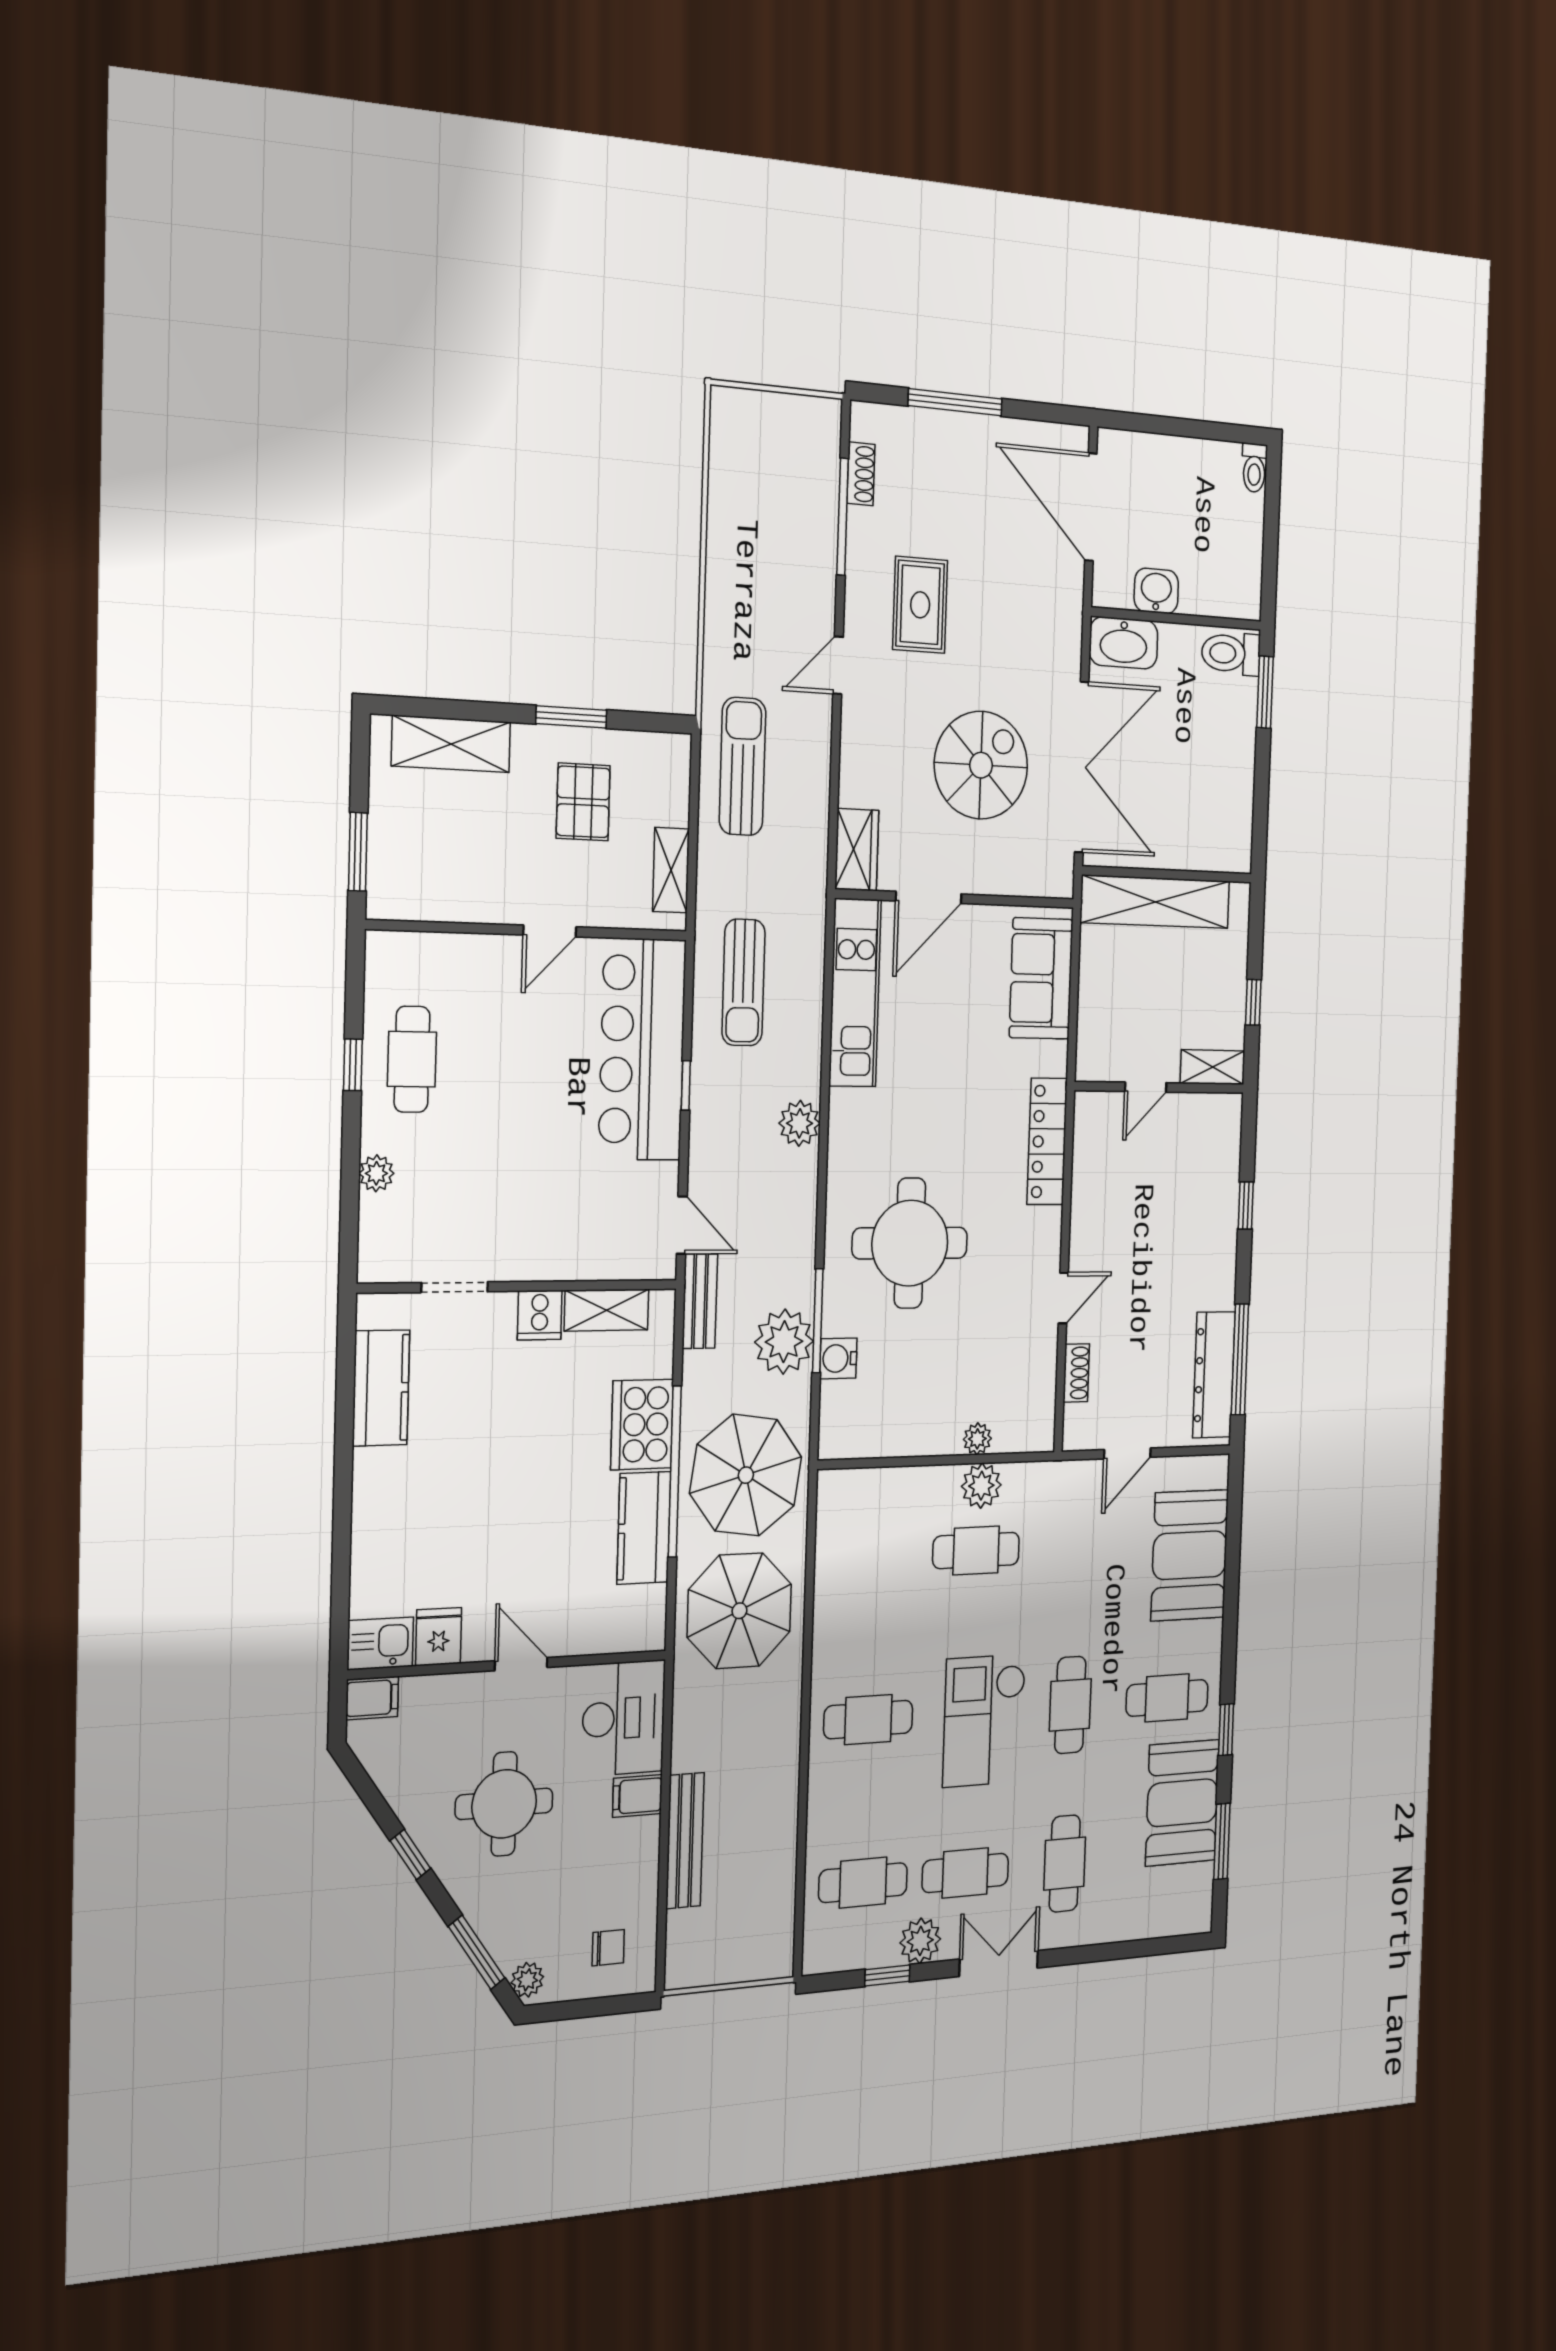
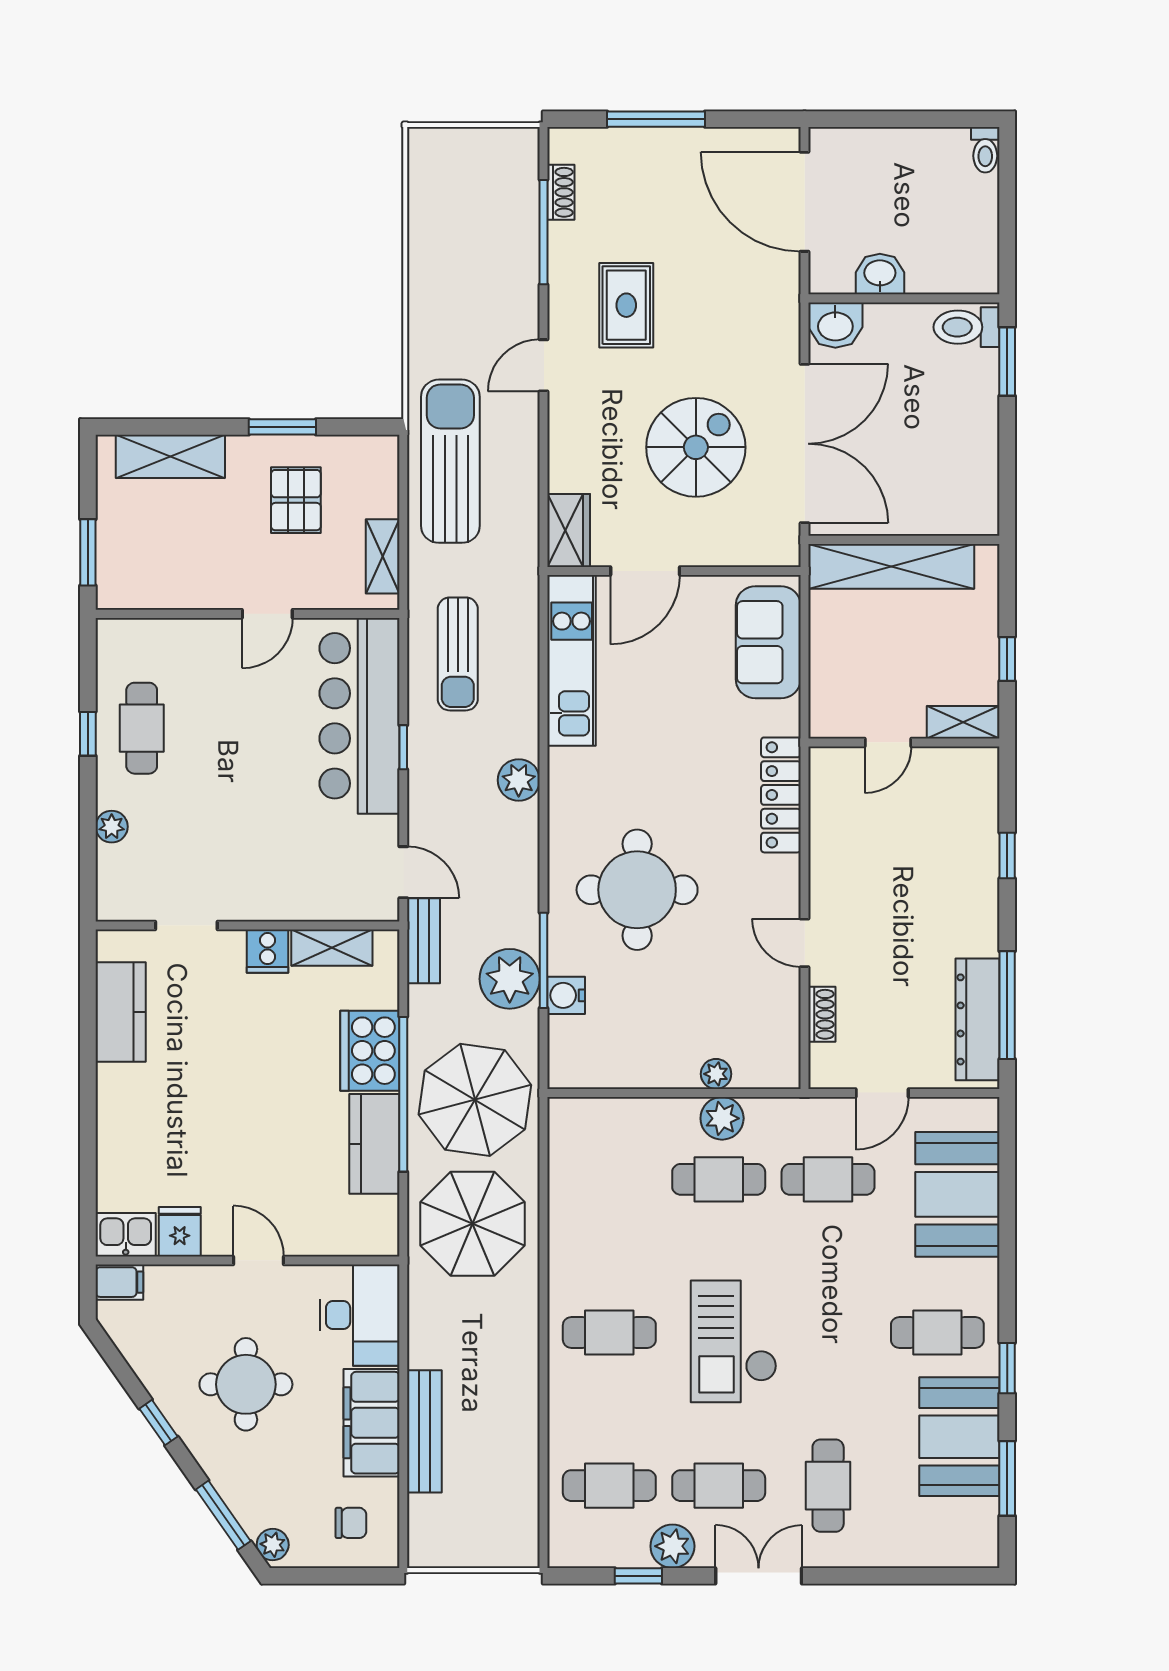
washbasin: (1124, 643) -> (835, 325), width x0.72
sun lounger: (743, 766) -> (450, 461), width x1.36, depth x1.34
door: (1063, 1298) -> (805, 943), swing flipped
cafe table: (1070, 1705) -> (828, 1179), moved, turned 90
filing cabinet: (637, 1796) -> (372, 1423), width x3.00, depth x1.17

